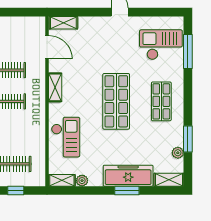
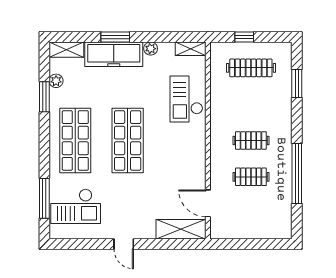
shelving: (63, 23) -> (181, 229), width x1.50, depth x1.33
shelving: (55, 87) -> (198, 157), removed
shop shelf: (161, 101) -> (75, 140), width x1.43, depth x1.36
plant: (82, 181) -> (151, 49), moved

